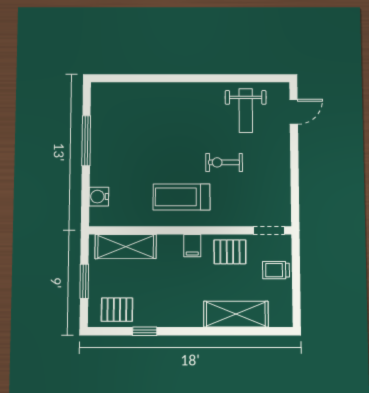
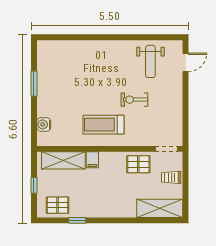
window: (86, 141) -> (34, 84), width x0.69
filing cabinet: (192, 246) -> (92, 160), moved
window: (84, 281) -> (34, 185), width x0.67
shelving: (236, 314) -> (160, 208), moved

